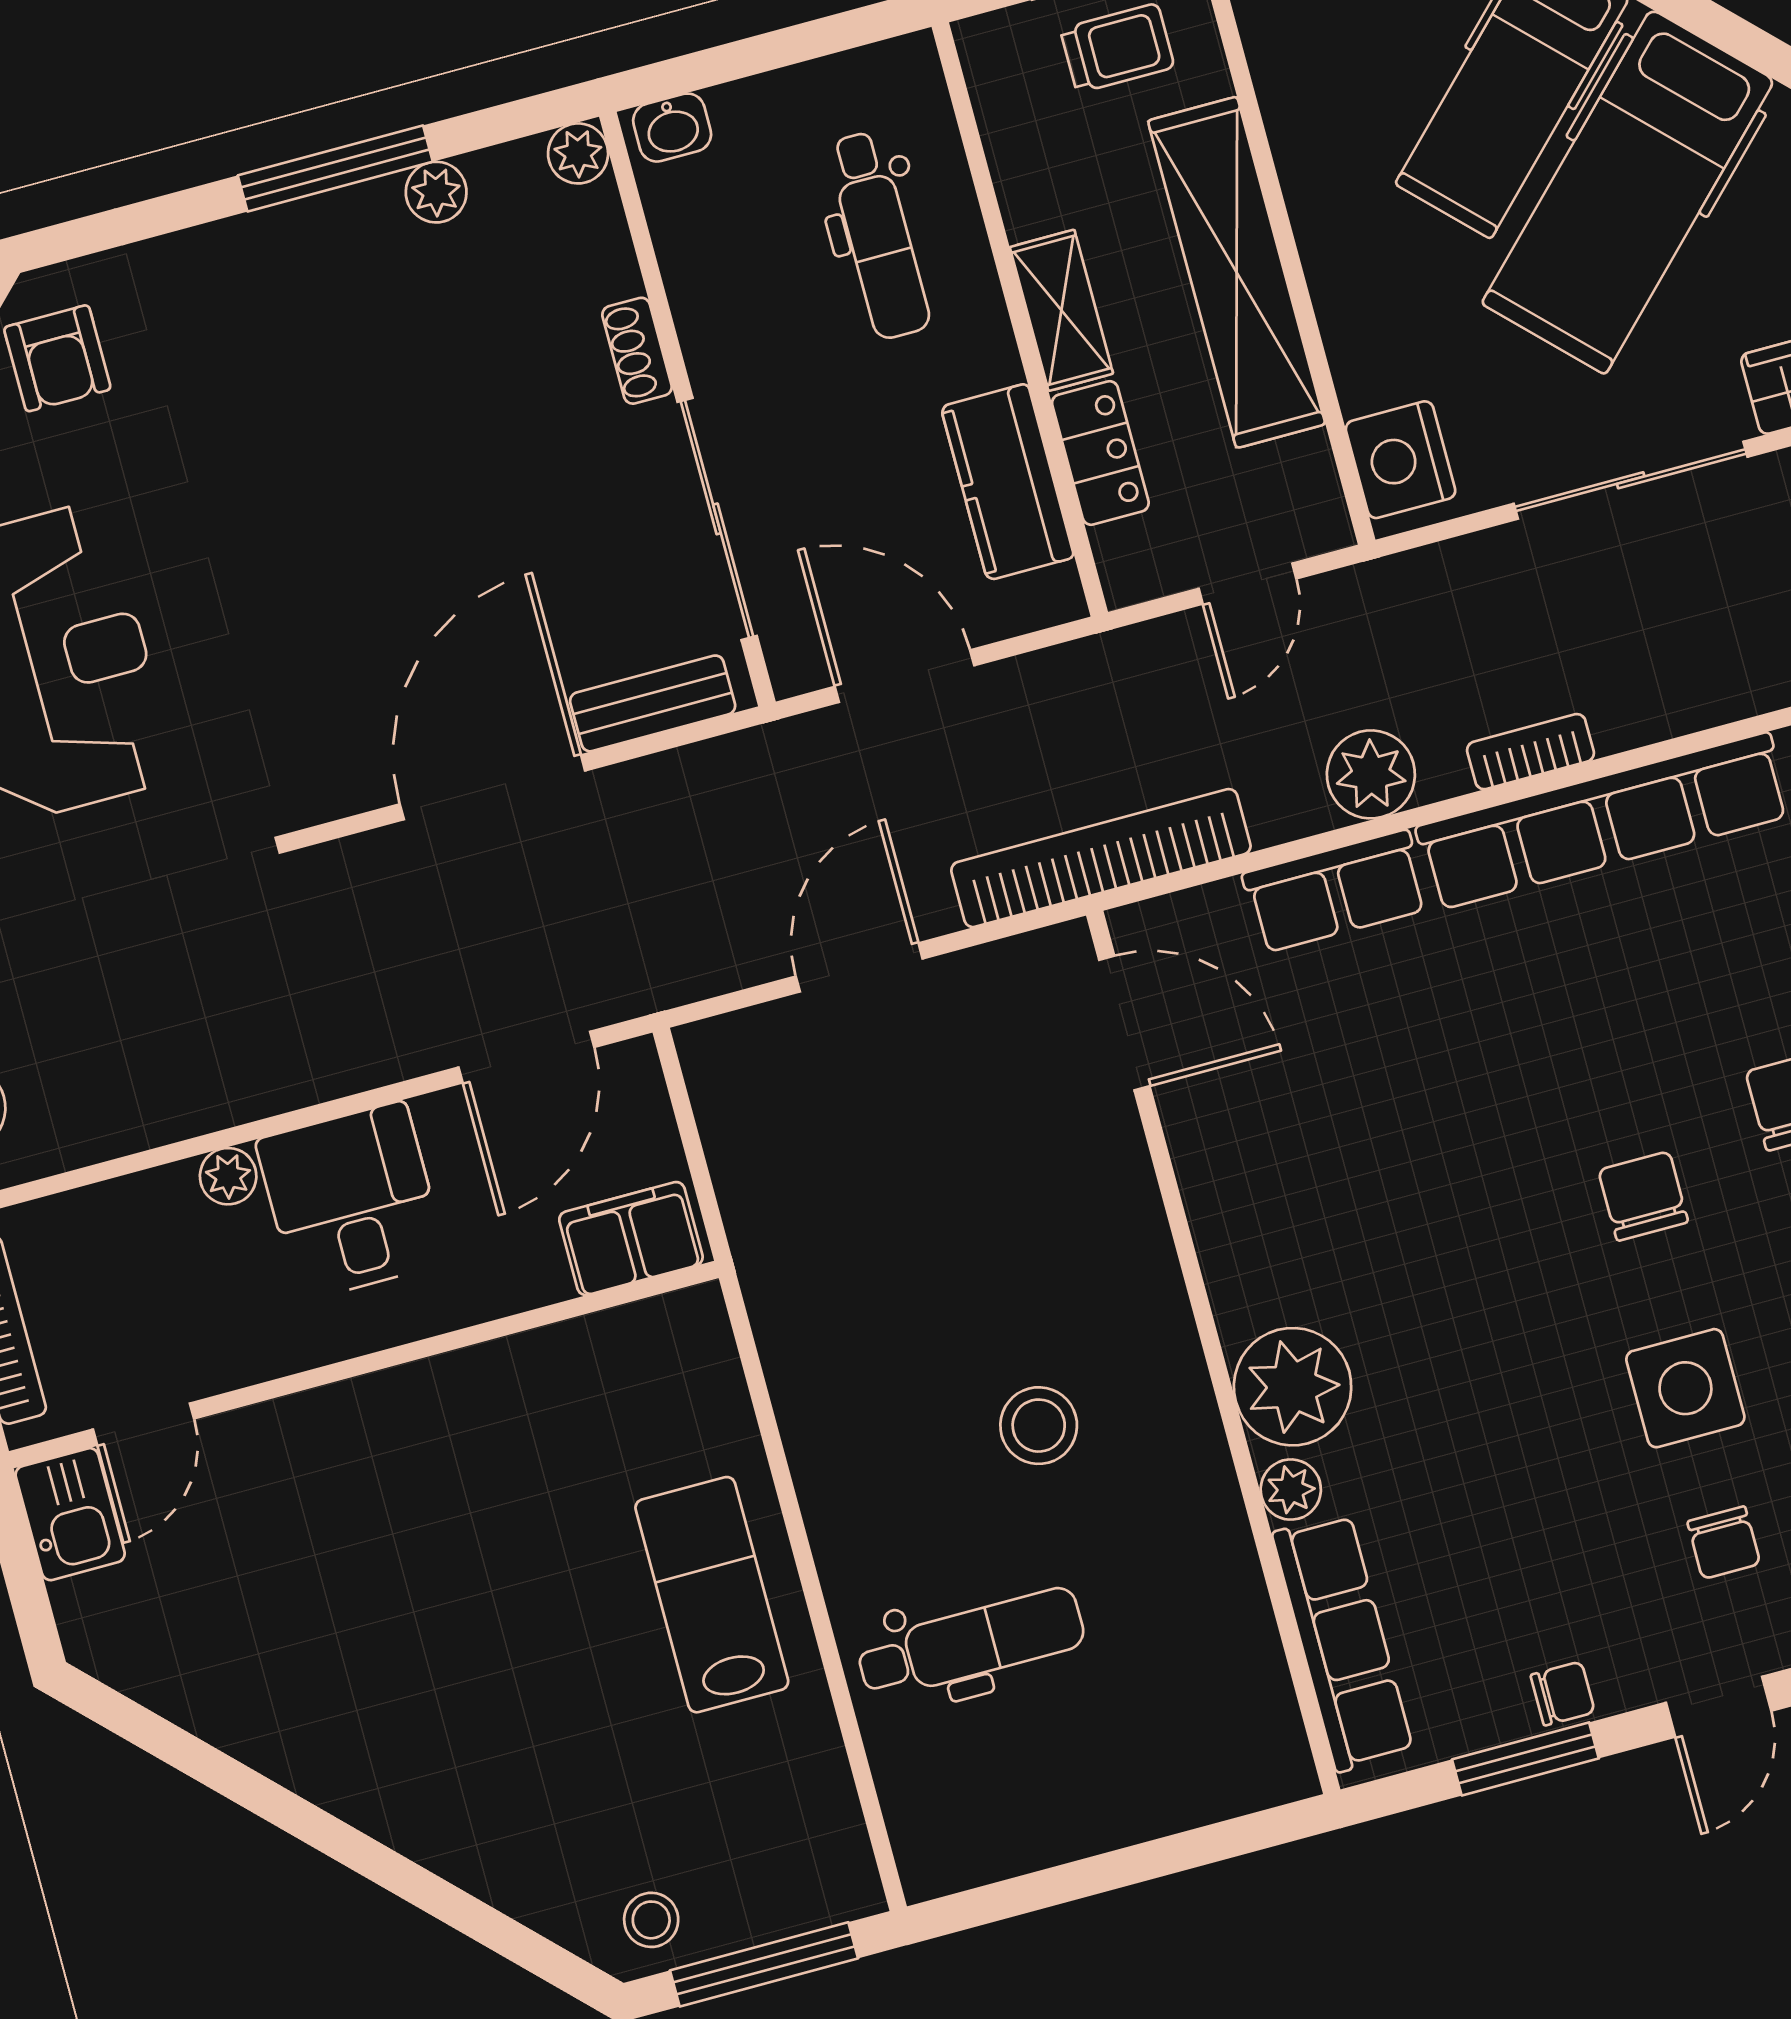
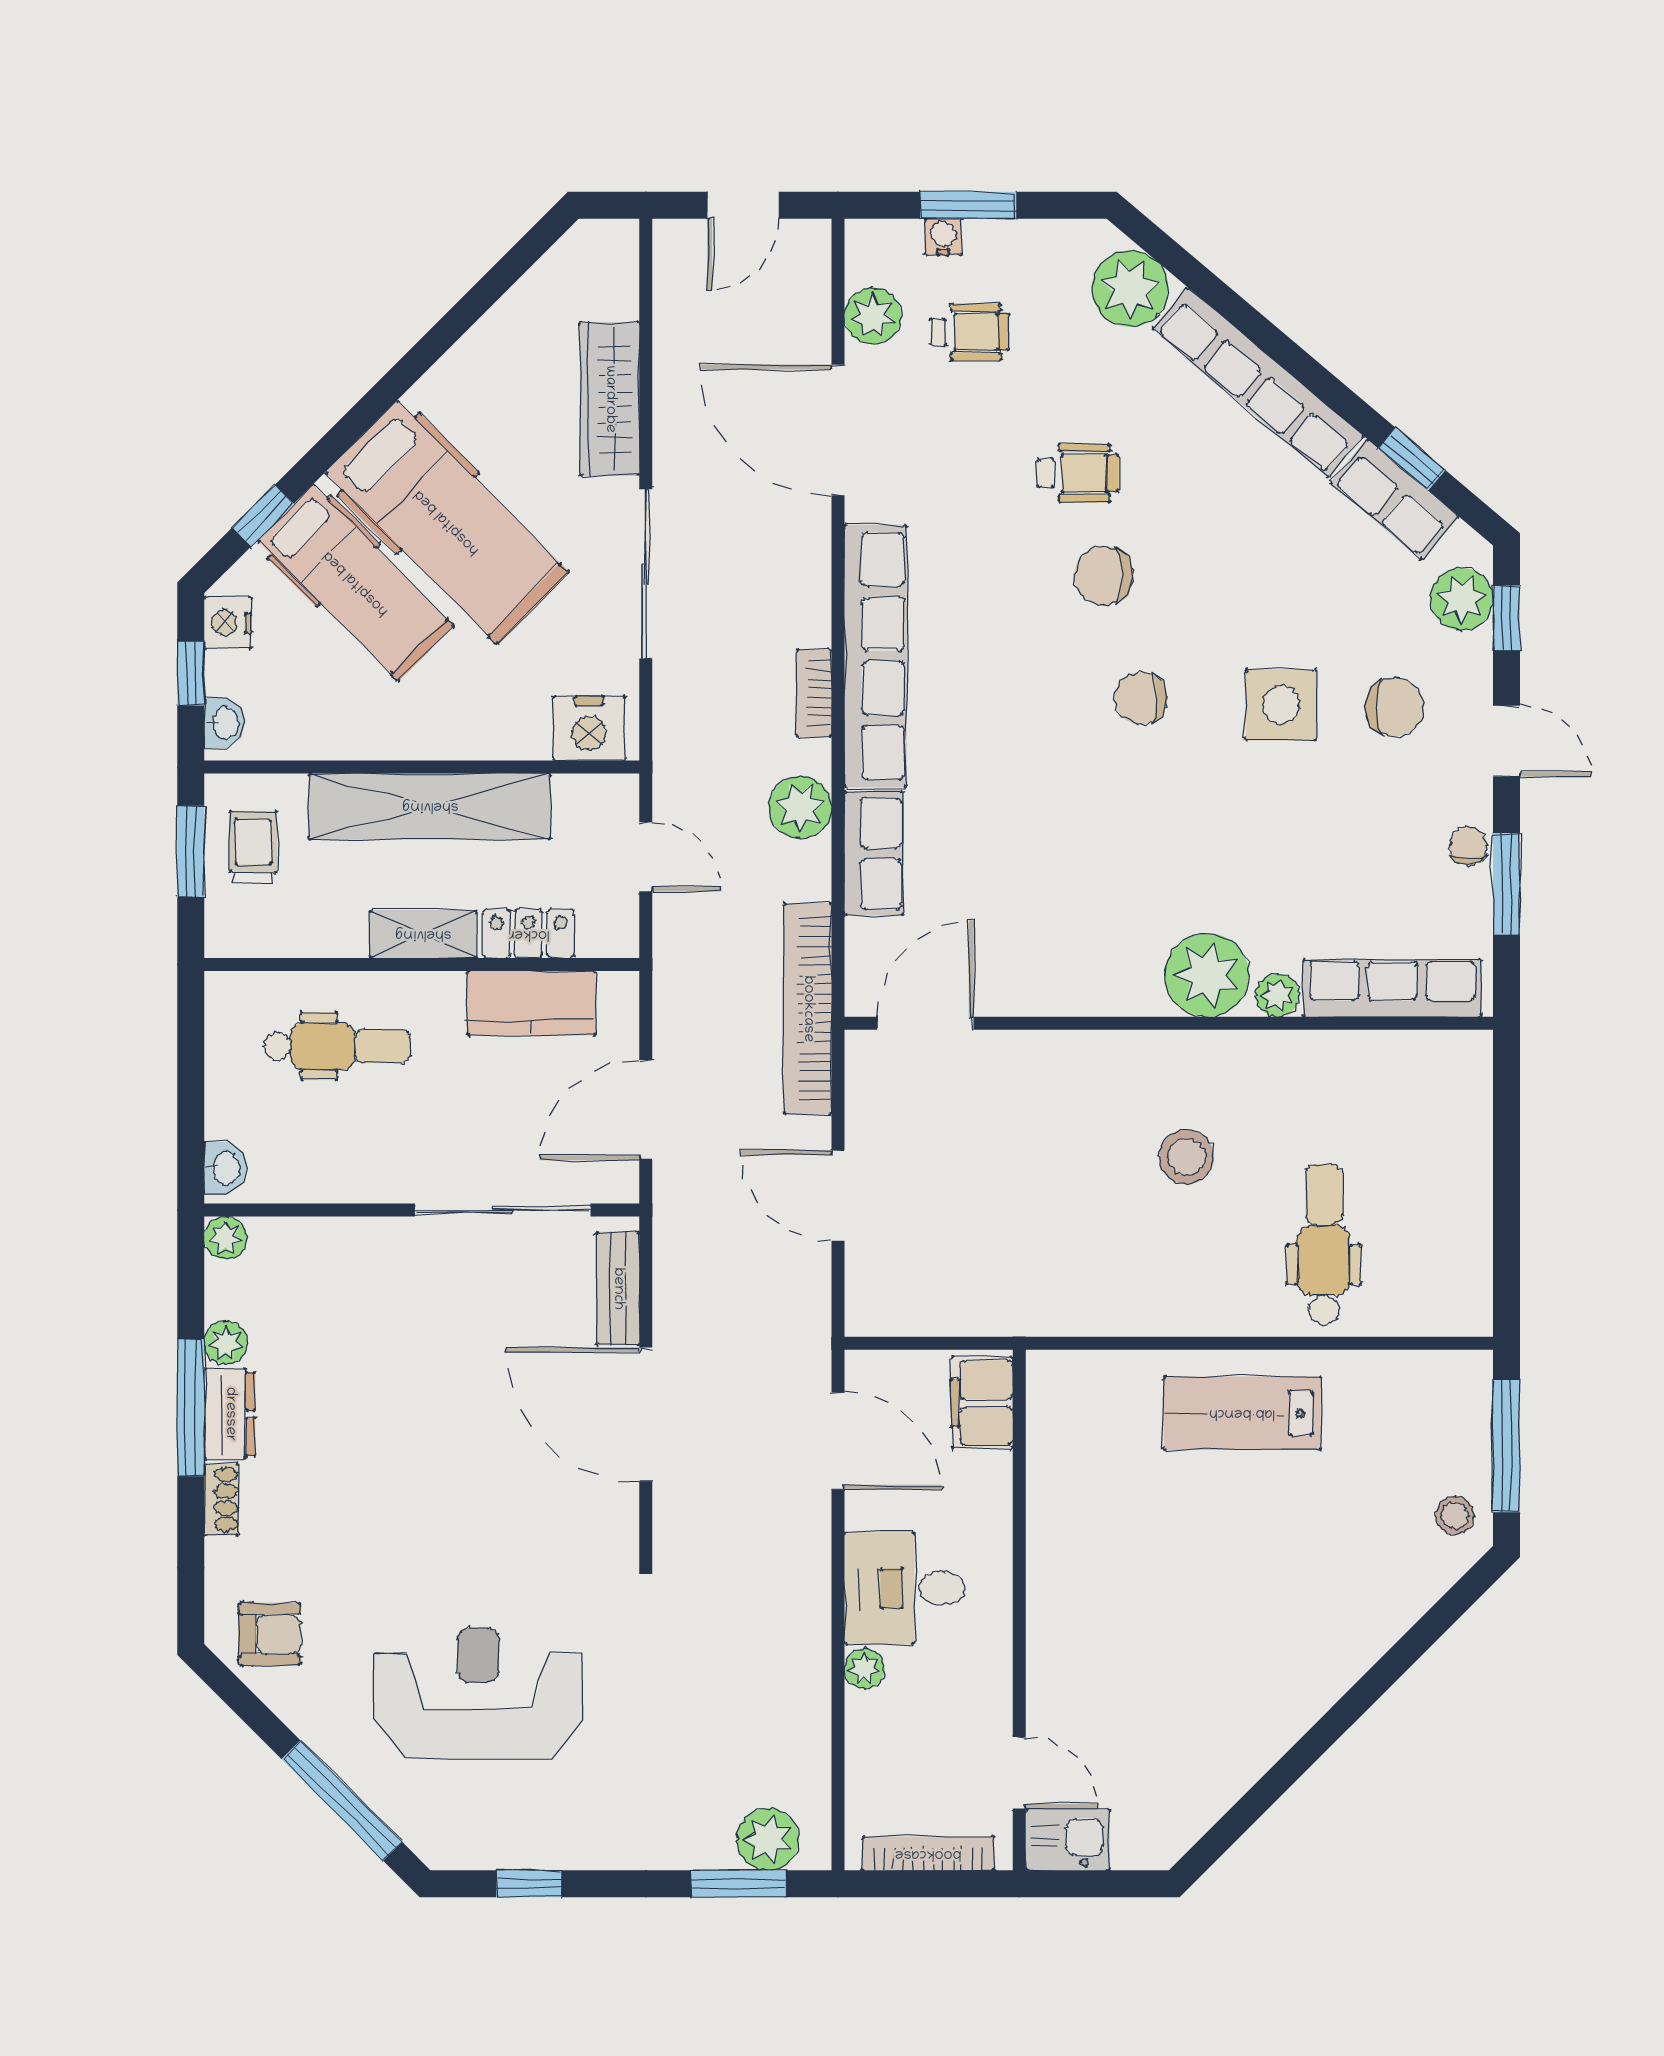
dresser: (341, 223) -> (230, 1414), added
shoe rack: (637, 351) -> (221, 1499), moved, turned -90
chair: (1724, 1543) -> (1394, 707), width x1.37, depth x1.37

